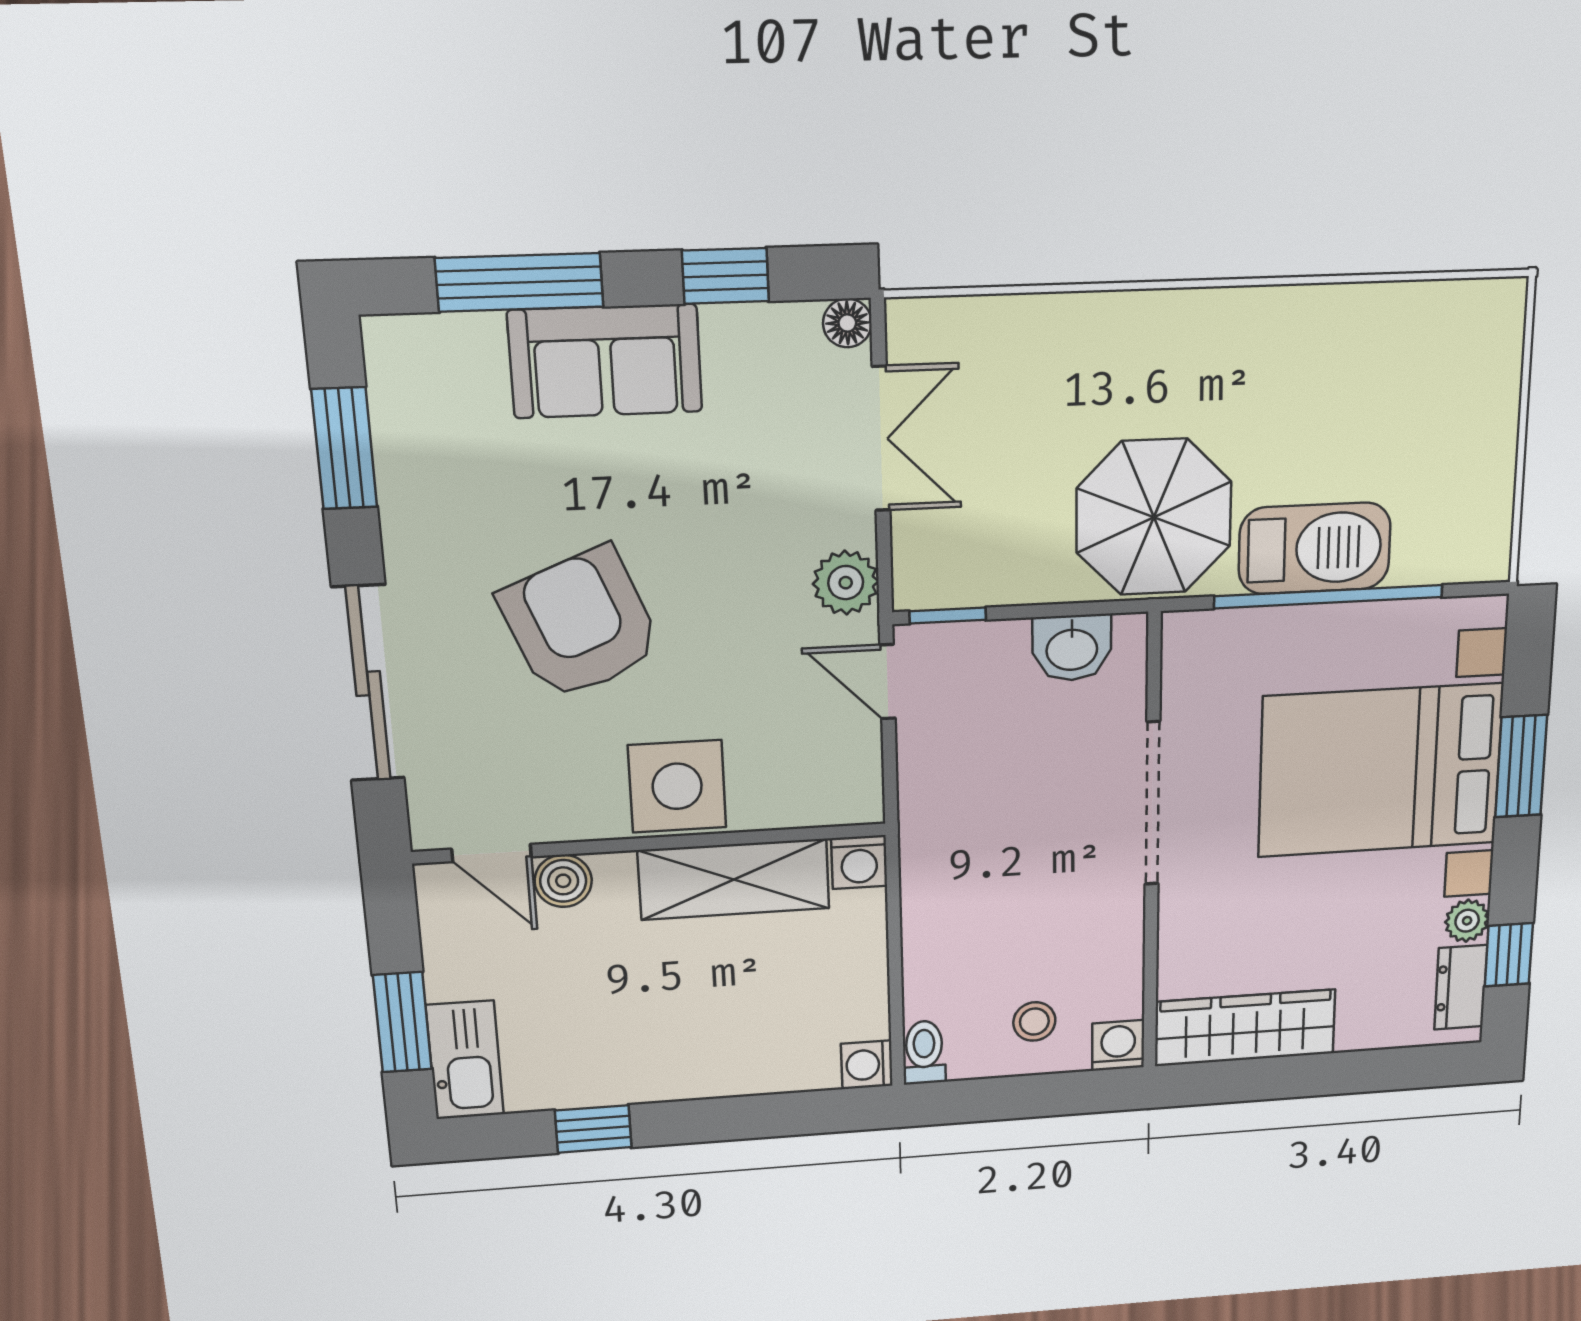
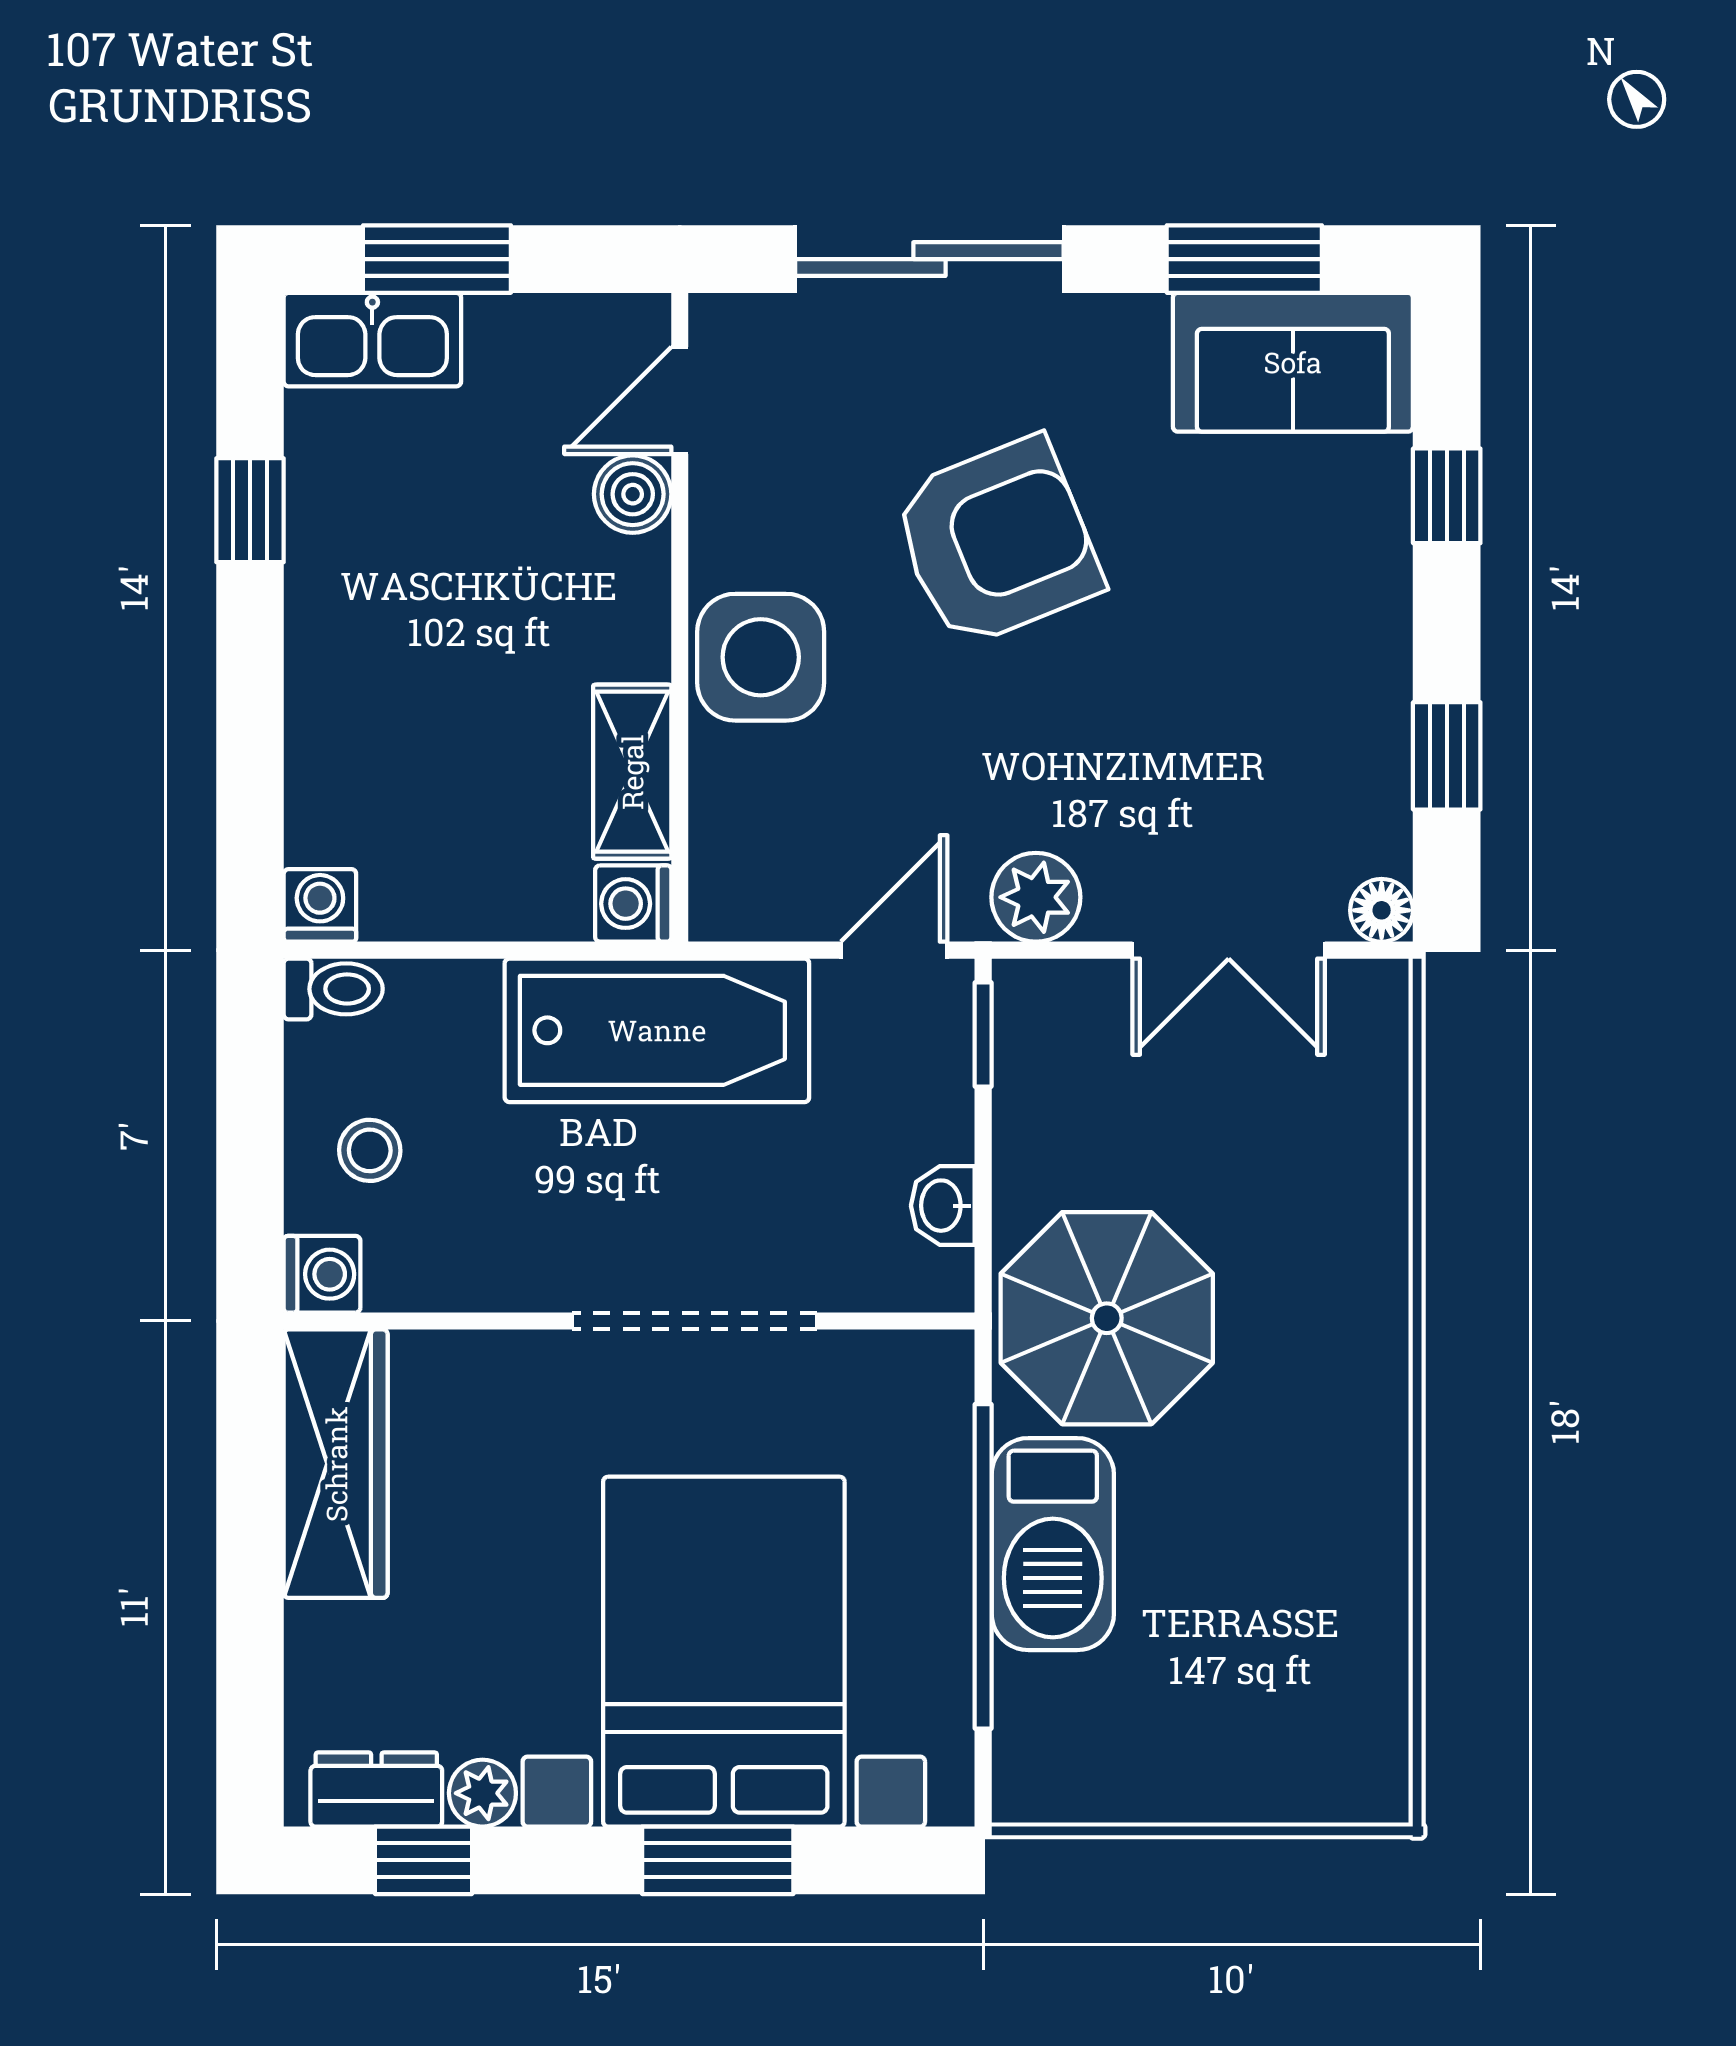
window: (519, 282) -> (1447, 496), width x0.46
sofa: (605, 361) -> (1293, 362), moved, turned -90
washbasin: (1072, 648) -> (943, 1206), width x0.72, depth x0.69
bathtub: (949, 841) -> (657, 1030), added
shelving: (734, 879) -> (632, 772), width x0.67, depth x0.75

